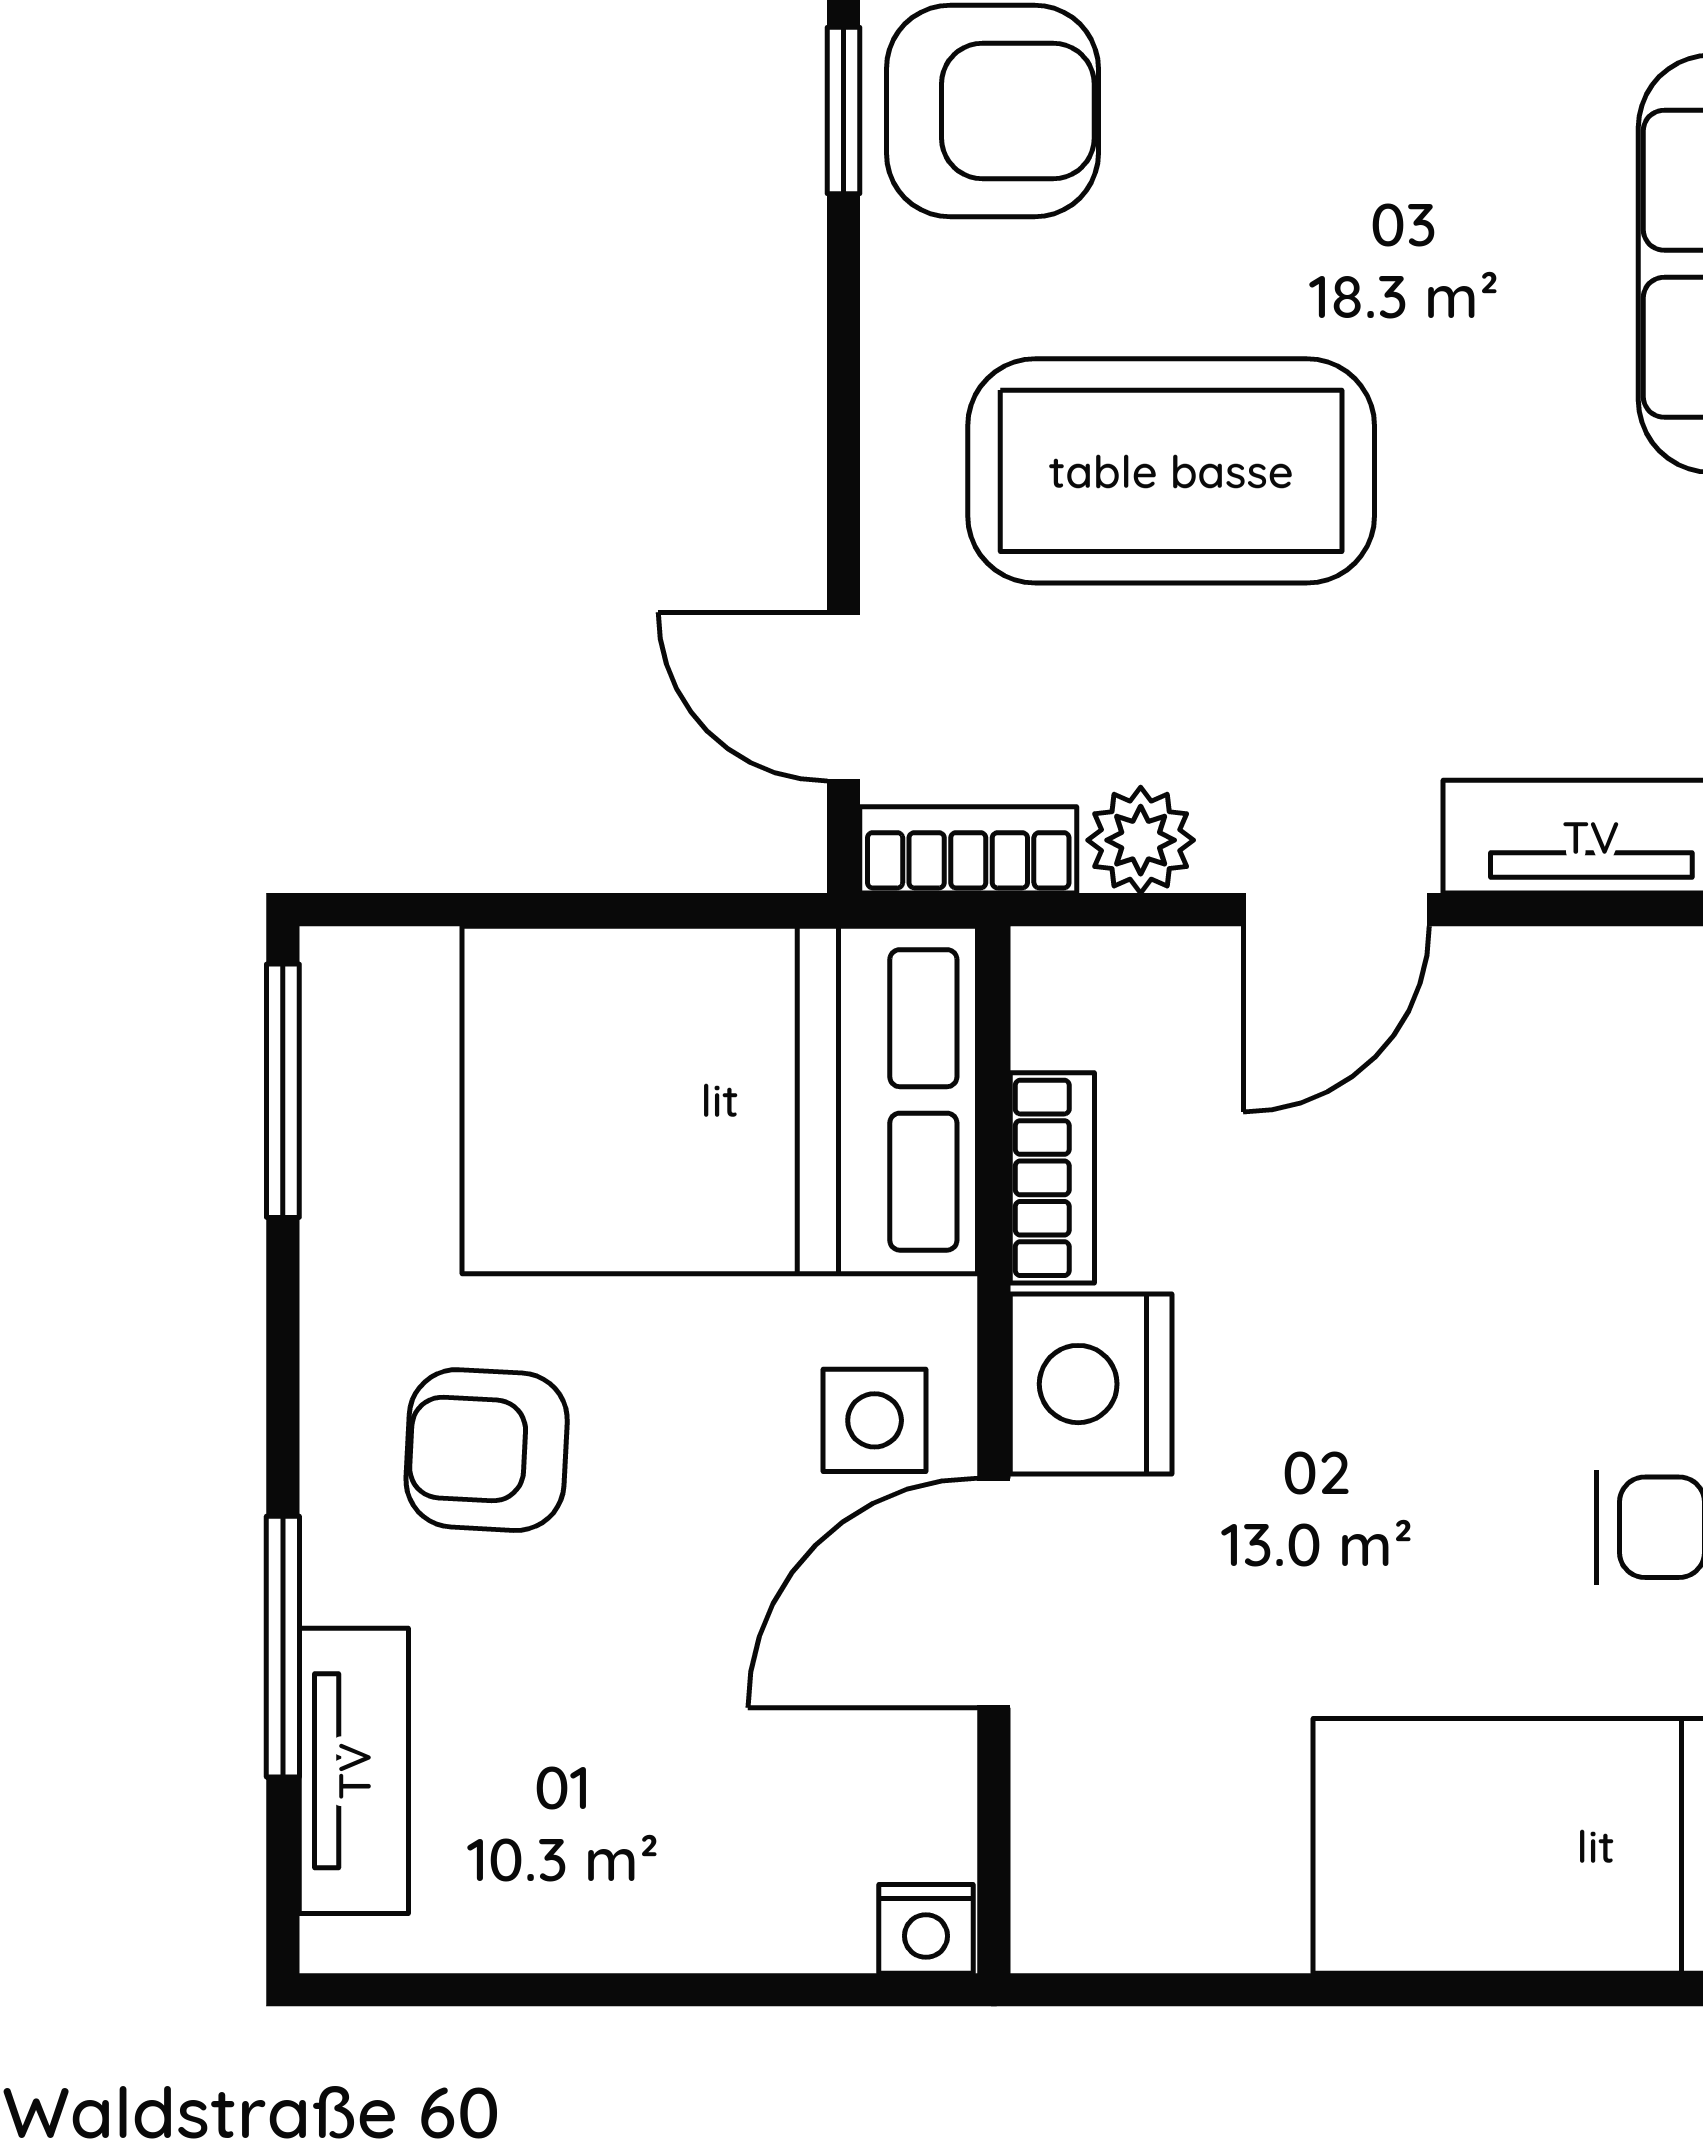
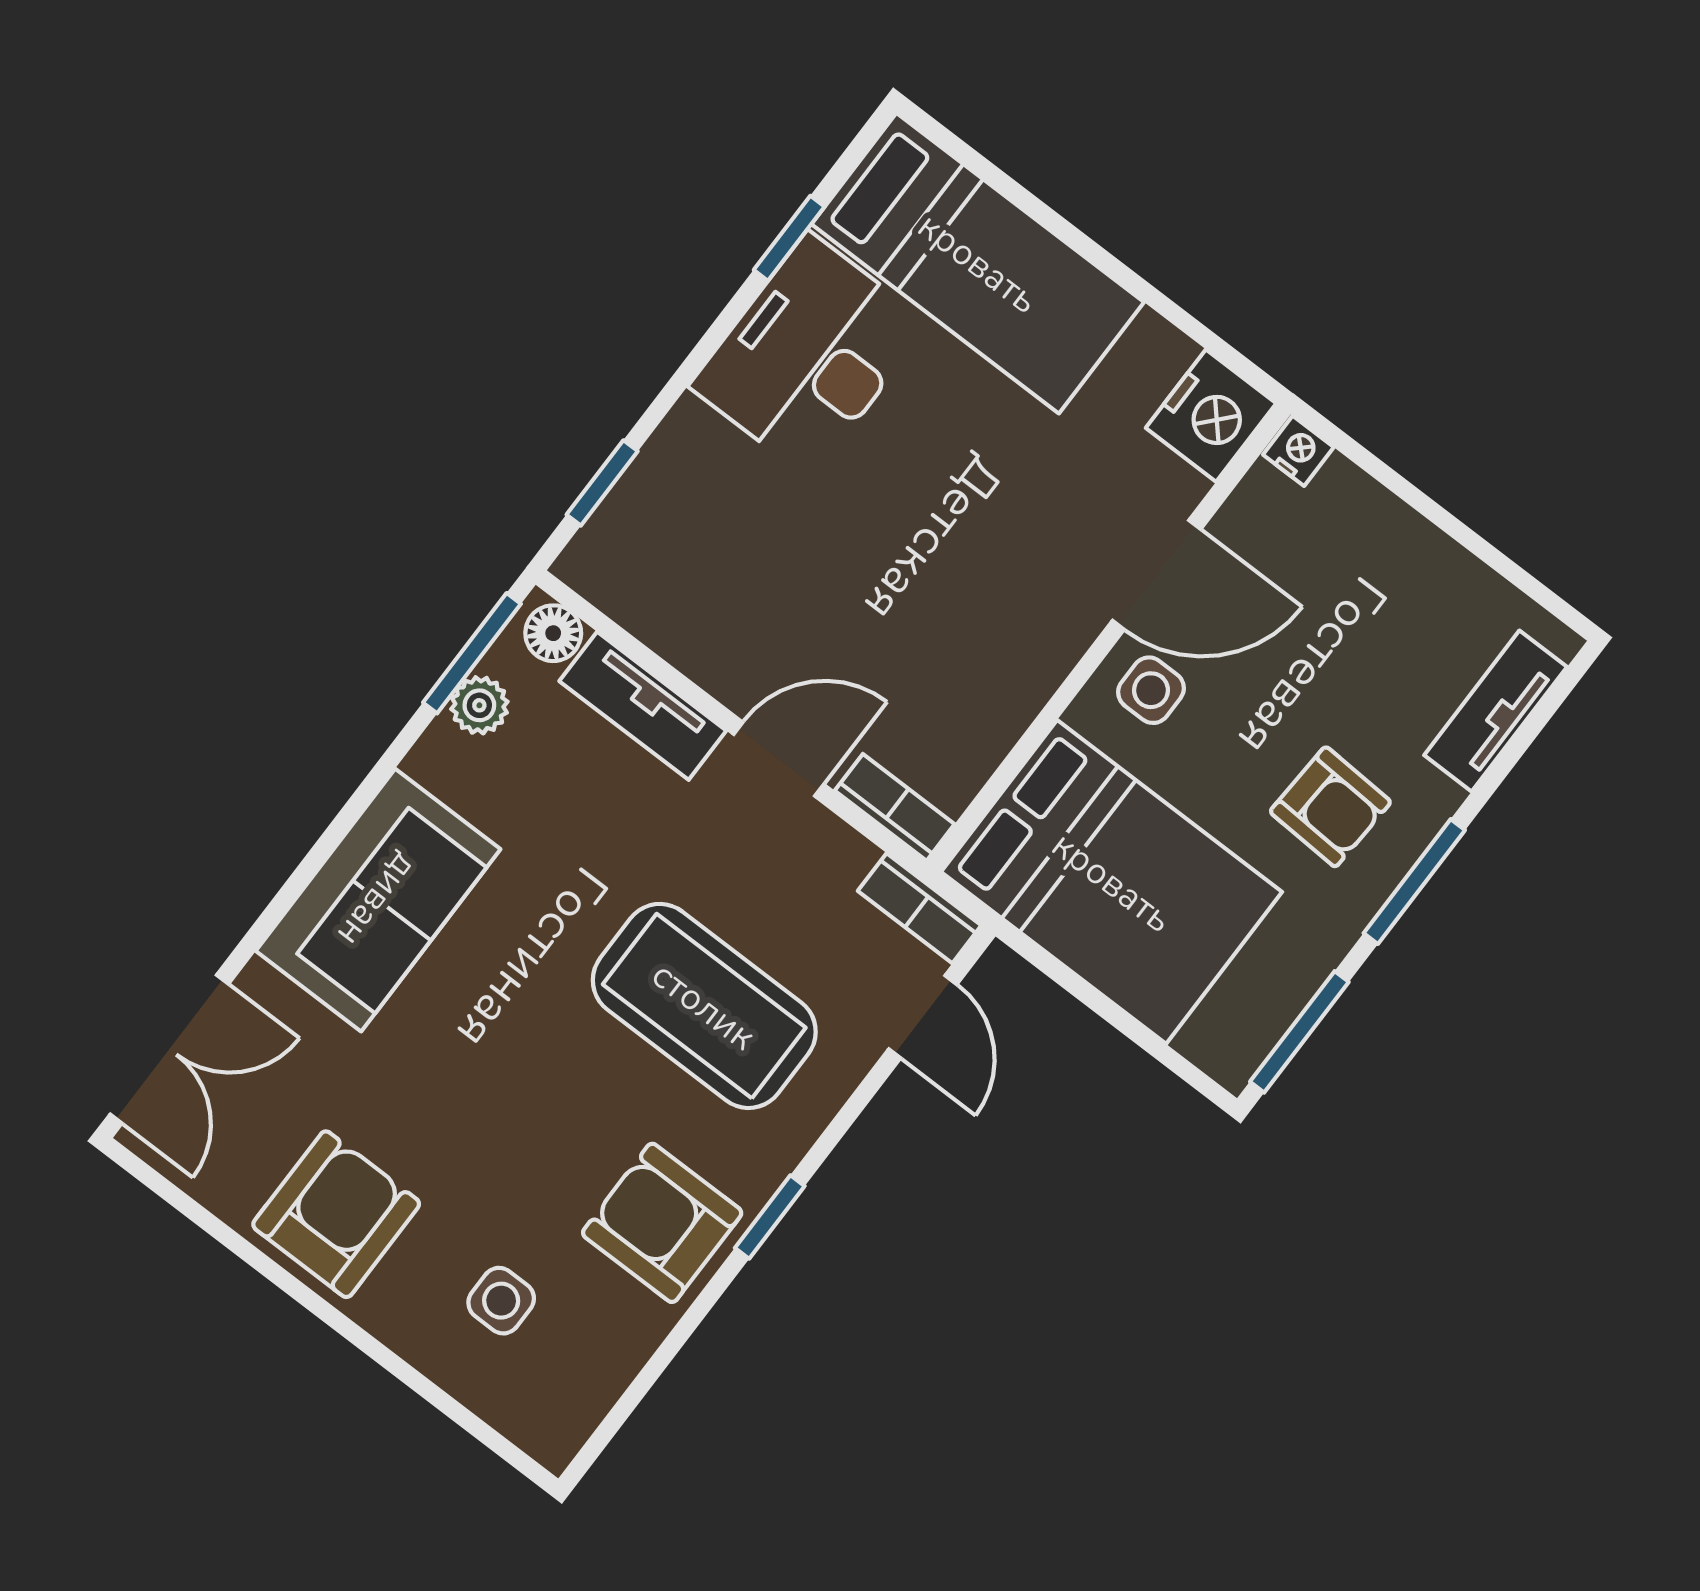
window: (843, 110) -> (770, 1217), moved
plant: (1141, 840) -> (841, 855), removed
bookcase: (1052, 1178) -> (895, 807), moved, turned 90
nightstand: (1091, 1384) -> (1211, 416), moved
window: (283, 1647) -> (1414, 882), moved

